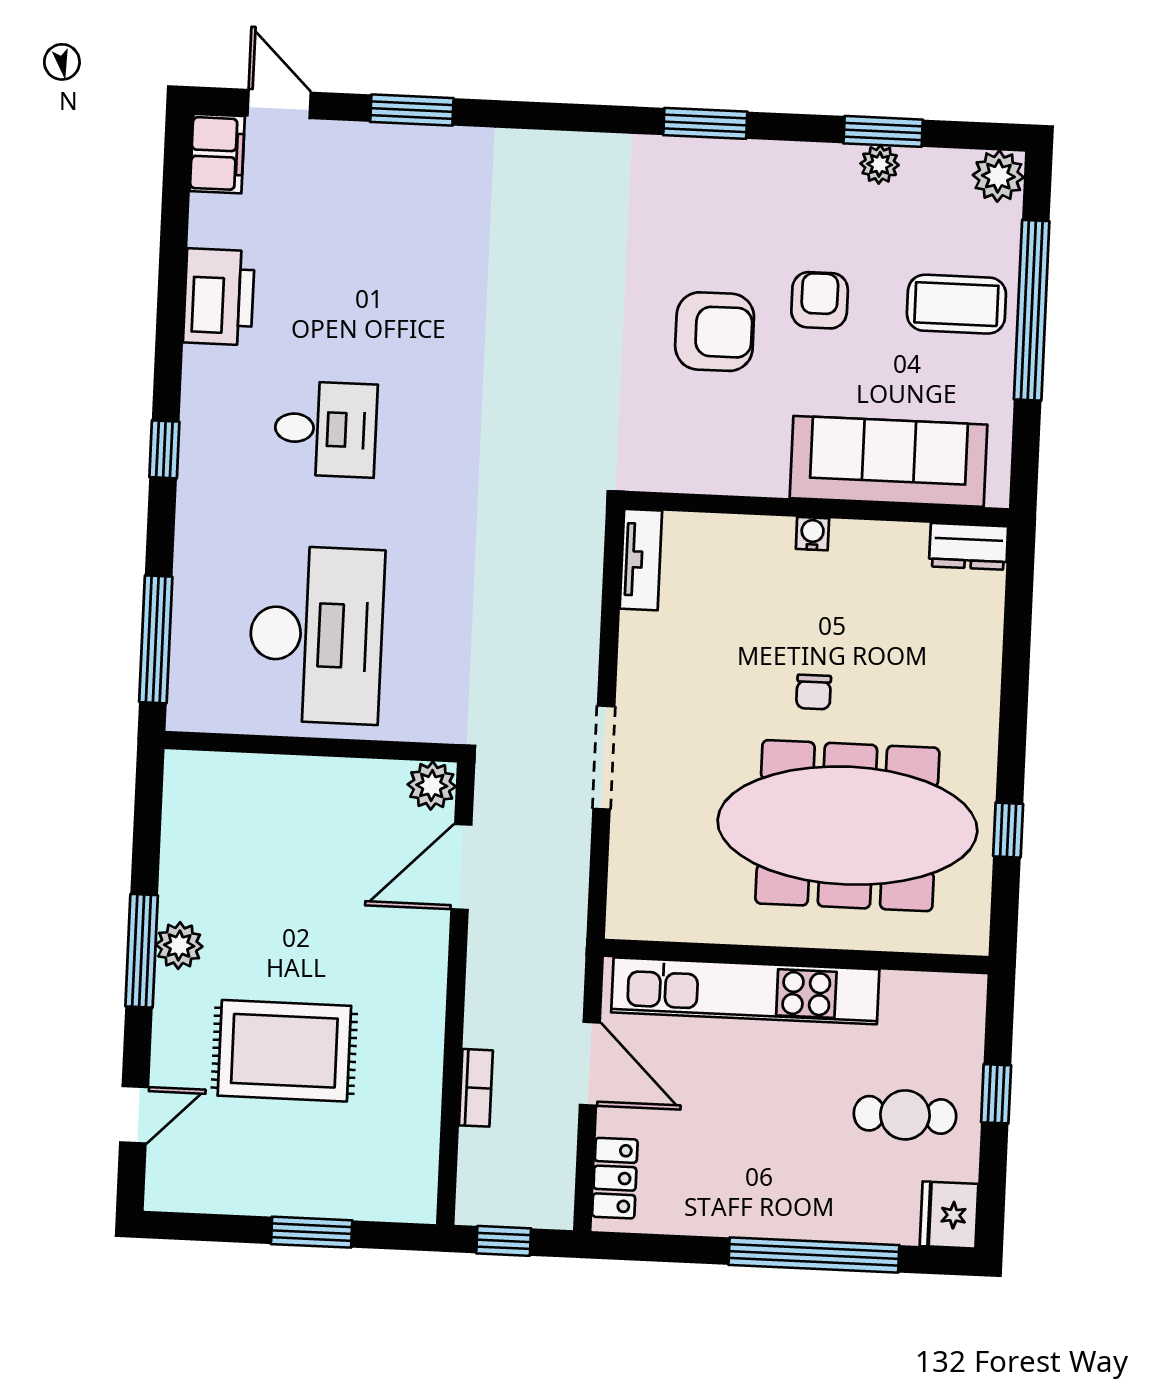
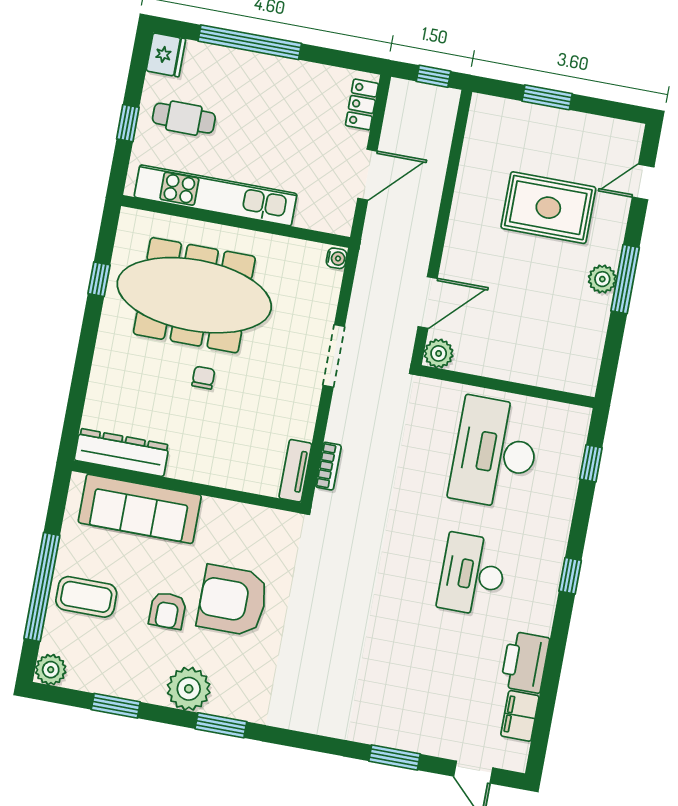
filing cabinet: (217, 154) -> (520, 716), moved
plant: (880, 164) -> (189, 689), moved, width x1.88, depth x1.88
armchair: (715, 332) -> (233, 600), width x1.36, depth x1.36
desk: (326, 429) -> (472, 575), width x1.37
water cooler: (812, 534) -> (337, 258), moved, turned -90
dresser: (969, 546) -> (122, 452), width x1.96, depth x1.24
window: (156, 639) -> (591, 463), width x0.46
kitchen unit: (745, 991) -> (216, 195), moved
door: (590, 1064) -> (367, 175), swing flipped
bookcase: (476, 1088) -> (328, 466), moved, turned 180

